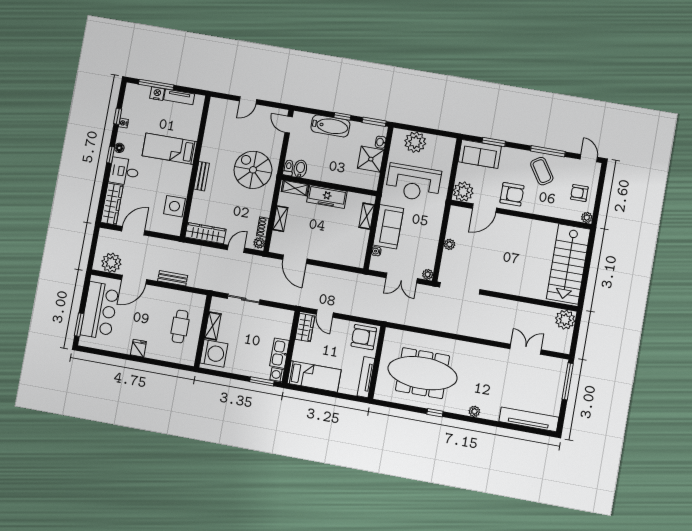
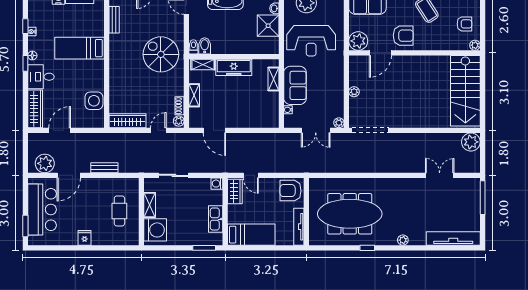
bench: (202, 176) -> (114, 20), moved
armchair: (579, 193) -> (464, 24), turned 180
washing machine: (277, 375) -> (217, 184), moved

